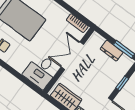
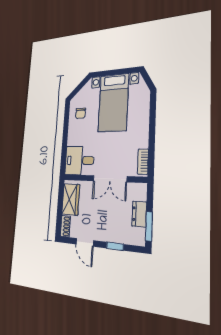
double door: (72, 56) -> (110, 179), swing flipped

